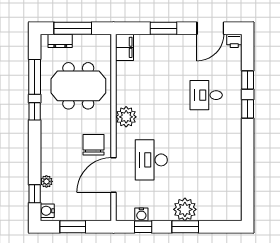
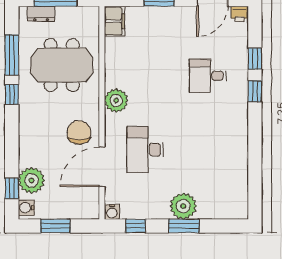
plant: (46, 181) -> (32, 180), width x1.88, depth x1.88
water cooler: (141, 214) -> (112, 212), moved

